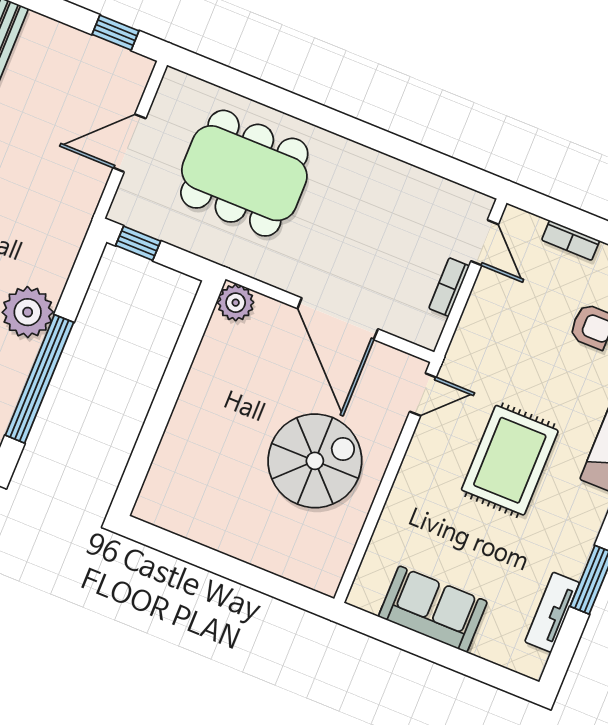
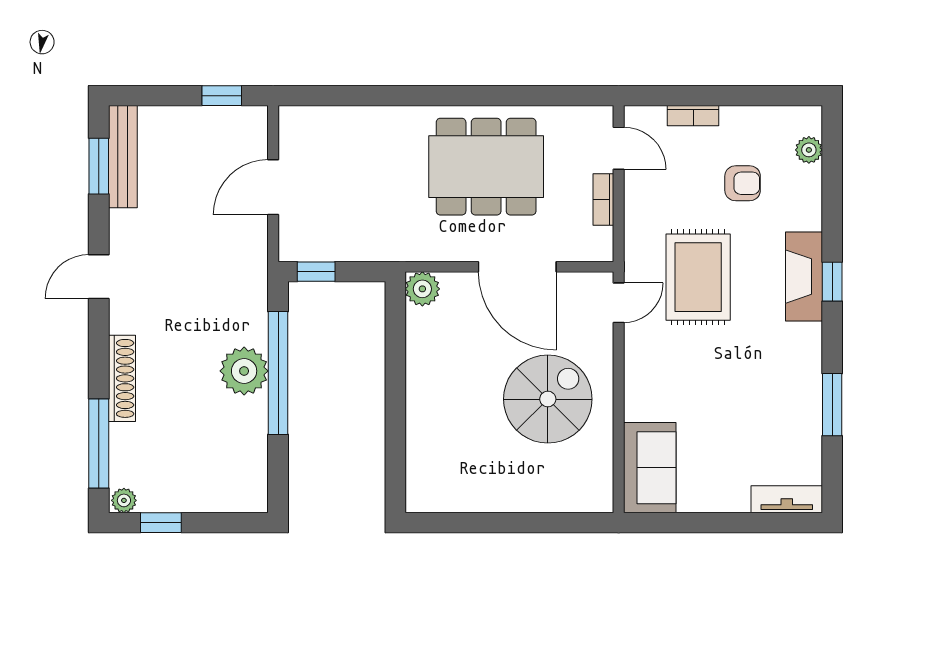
dining table: (244, 173) -> (486, 167), moved
window: (39, 379) -> (278, 373), moved
rug: (510, 460) -> (698, 277), moved
sofa: (433, 609) -> (650, 468), moved, turned 90
tv unit: (552, 612) -> (787, 499), moved, turned 90

